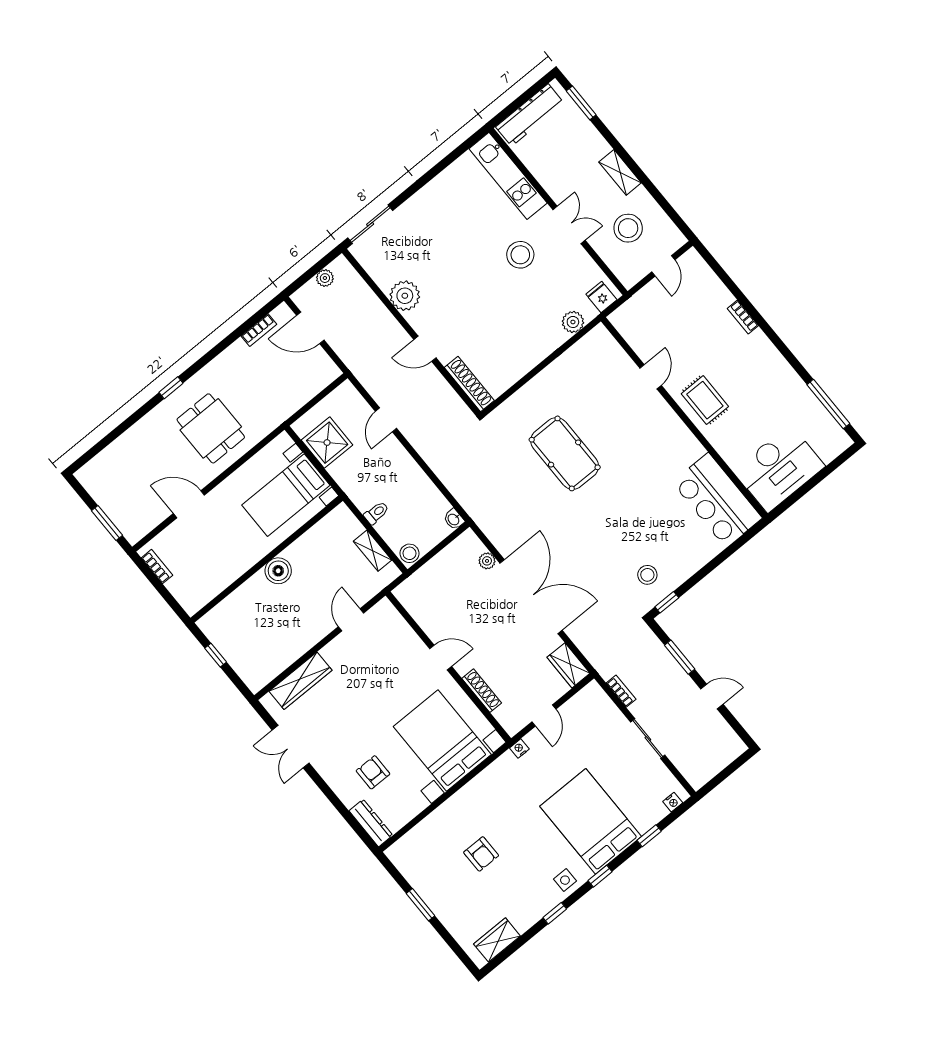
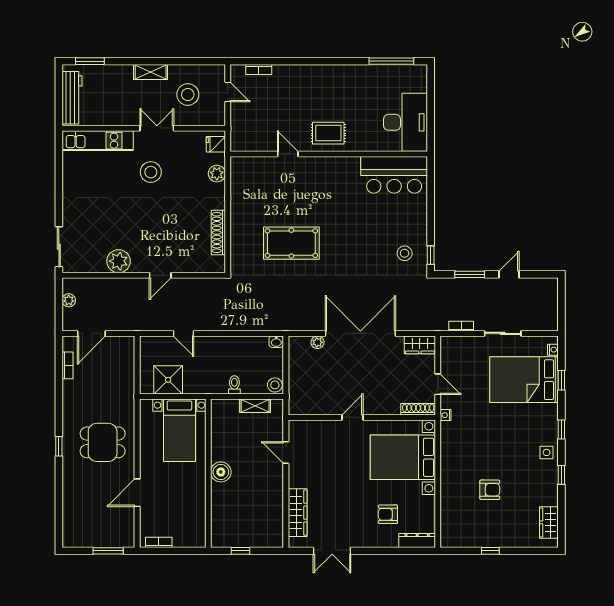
bookcase: (743, 317) -> (259, 70), moved
shoe rack: (469, 384) -> (218, 233), moved, turned -90
shoe rack: (482, 691) -> (418, 409), moved
bed: (591, 821) -> (524, 380), moved
window: (421, 905) -> (490, 551), width x0.67

